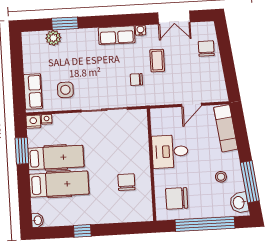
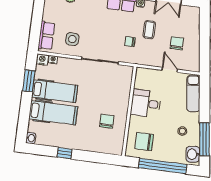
chair: (206, 48) -> (177, 43), moved
door: (191, 105) -> (170, 70), swing flipped

